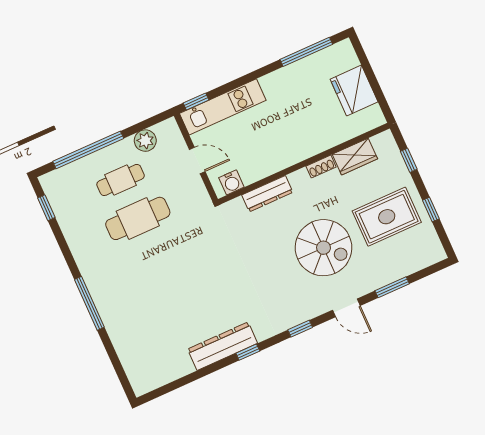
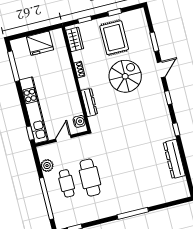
kitchen unit: (223, 107) -> (34, 110), width x1.36
wardrobe: (355, 157) -> (75, 39), moved
dresser: (223, 346) -> (174, 159), moved

